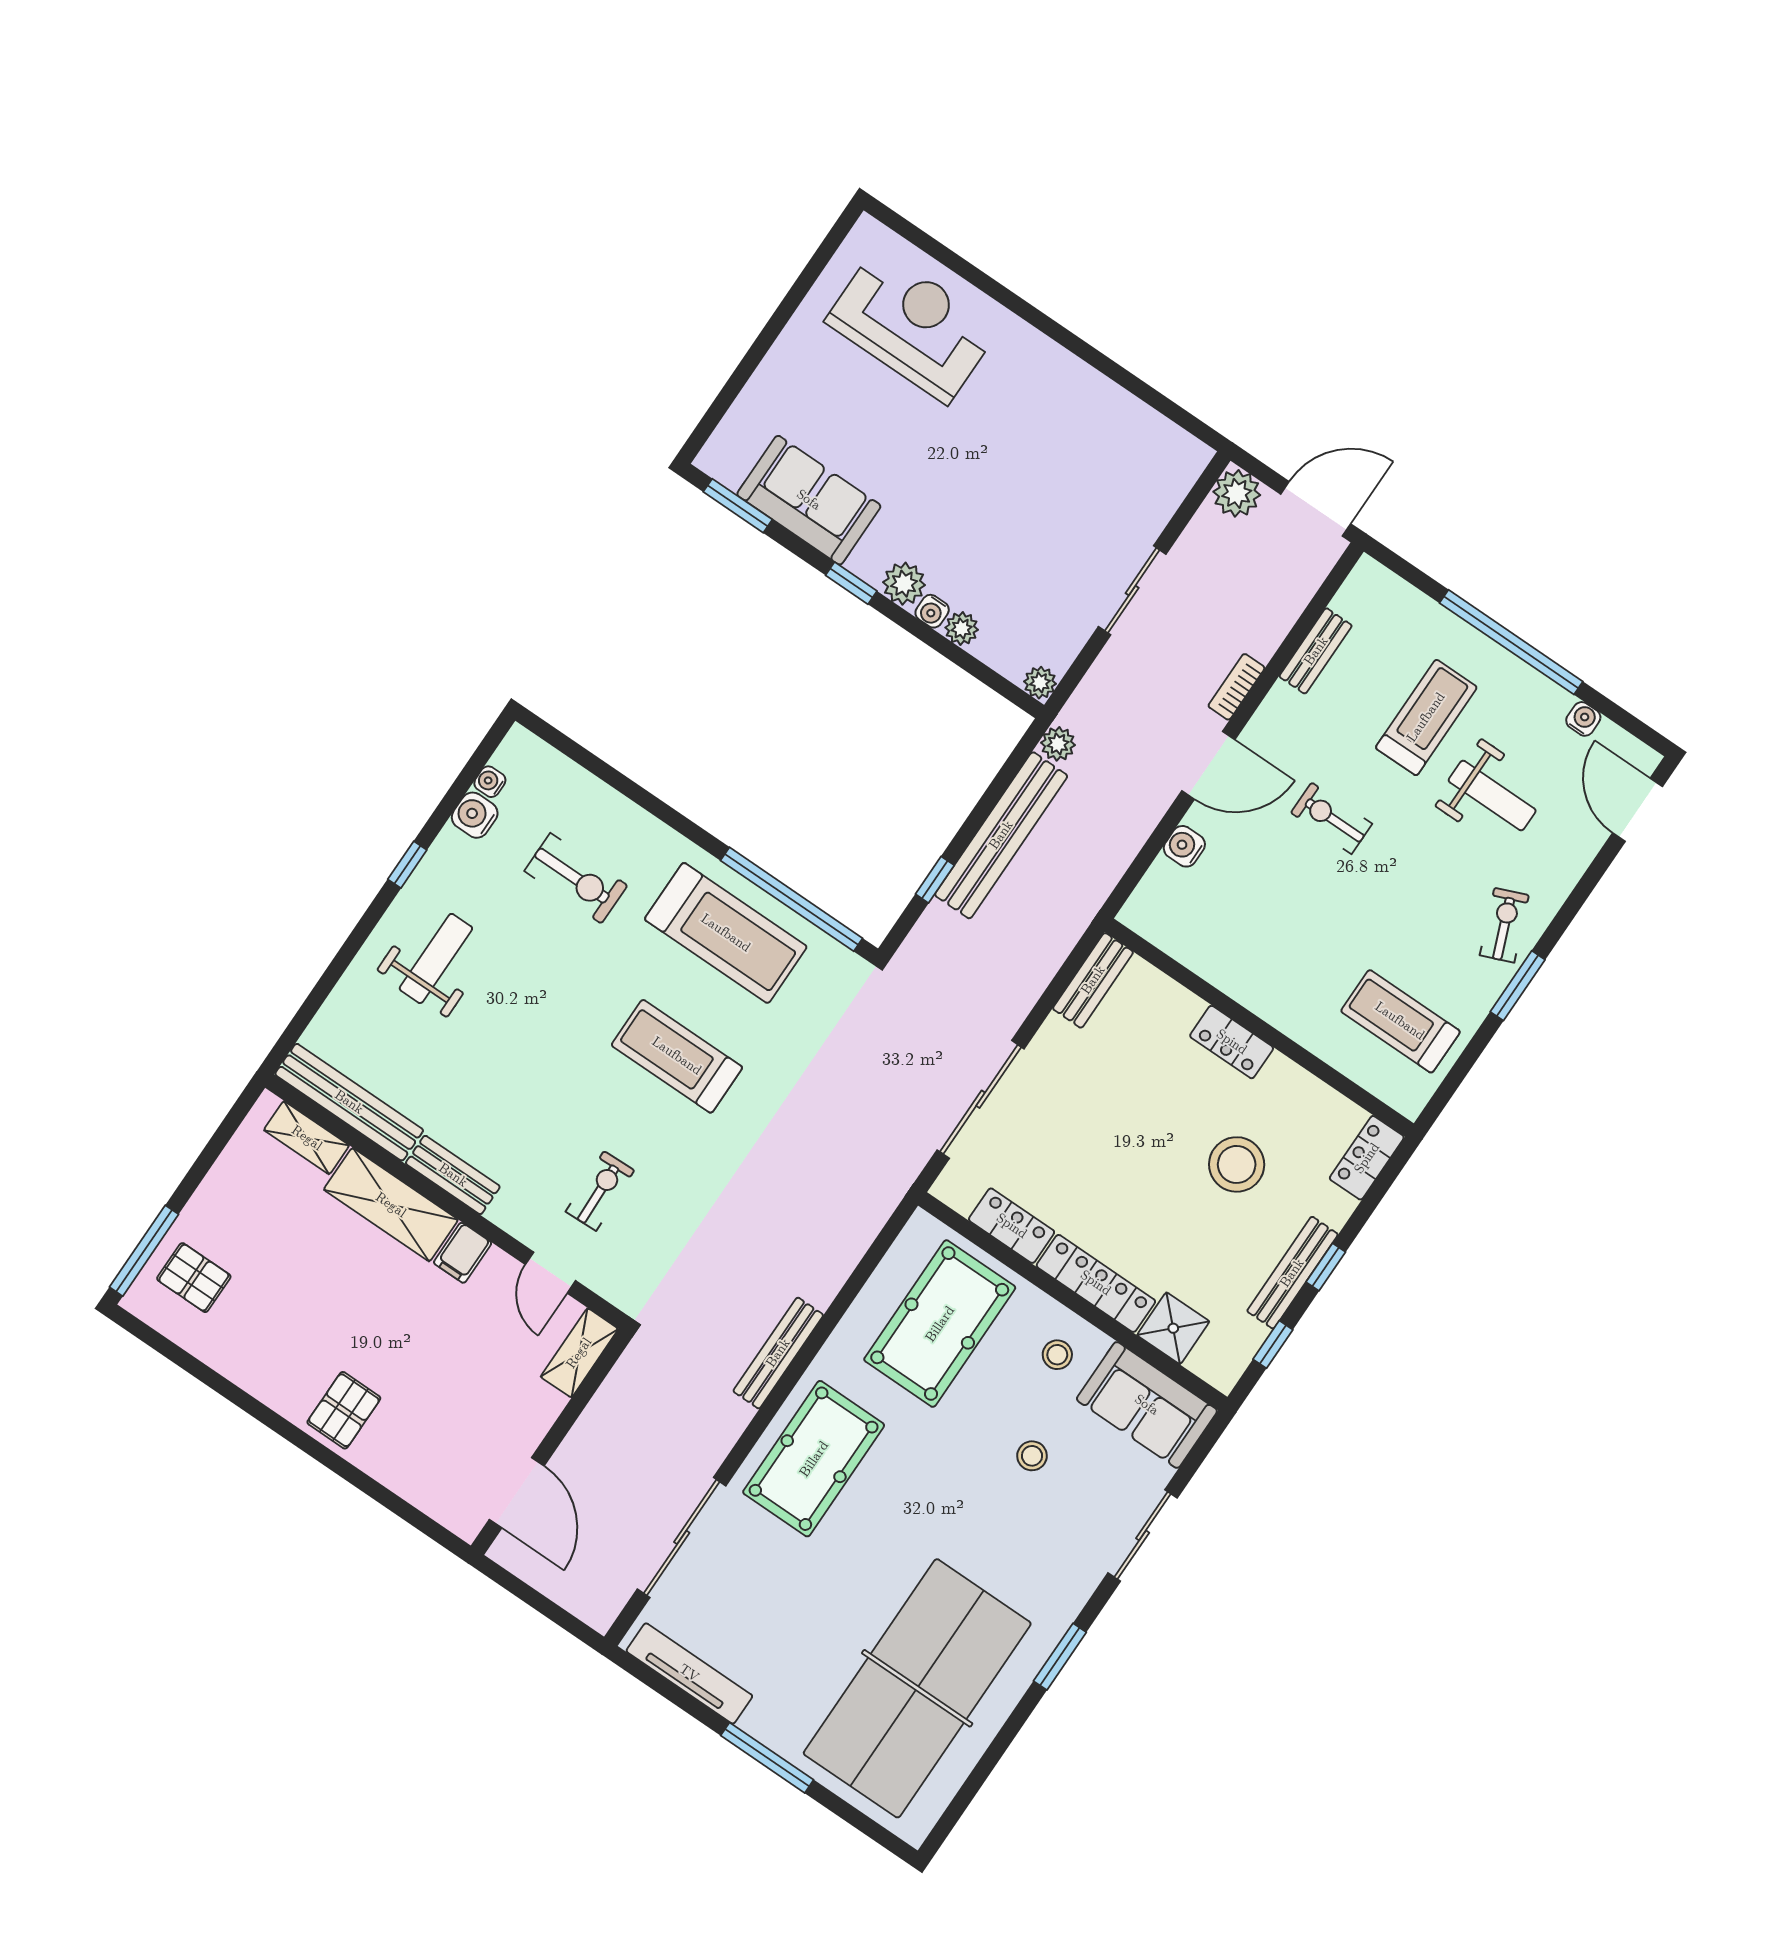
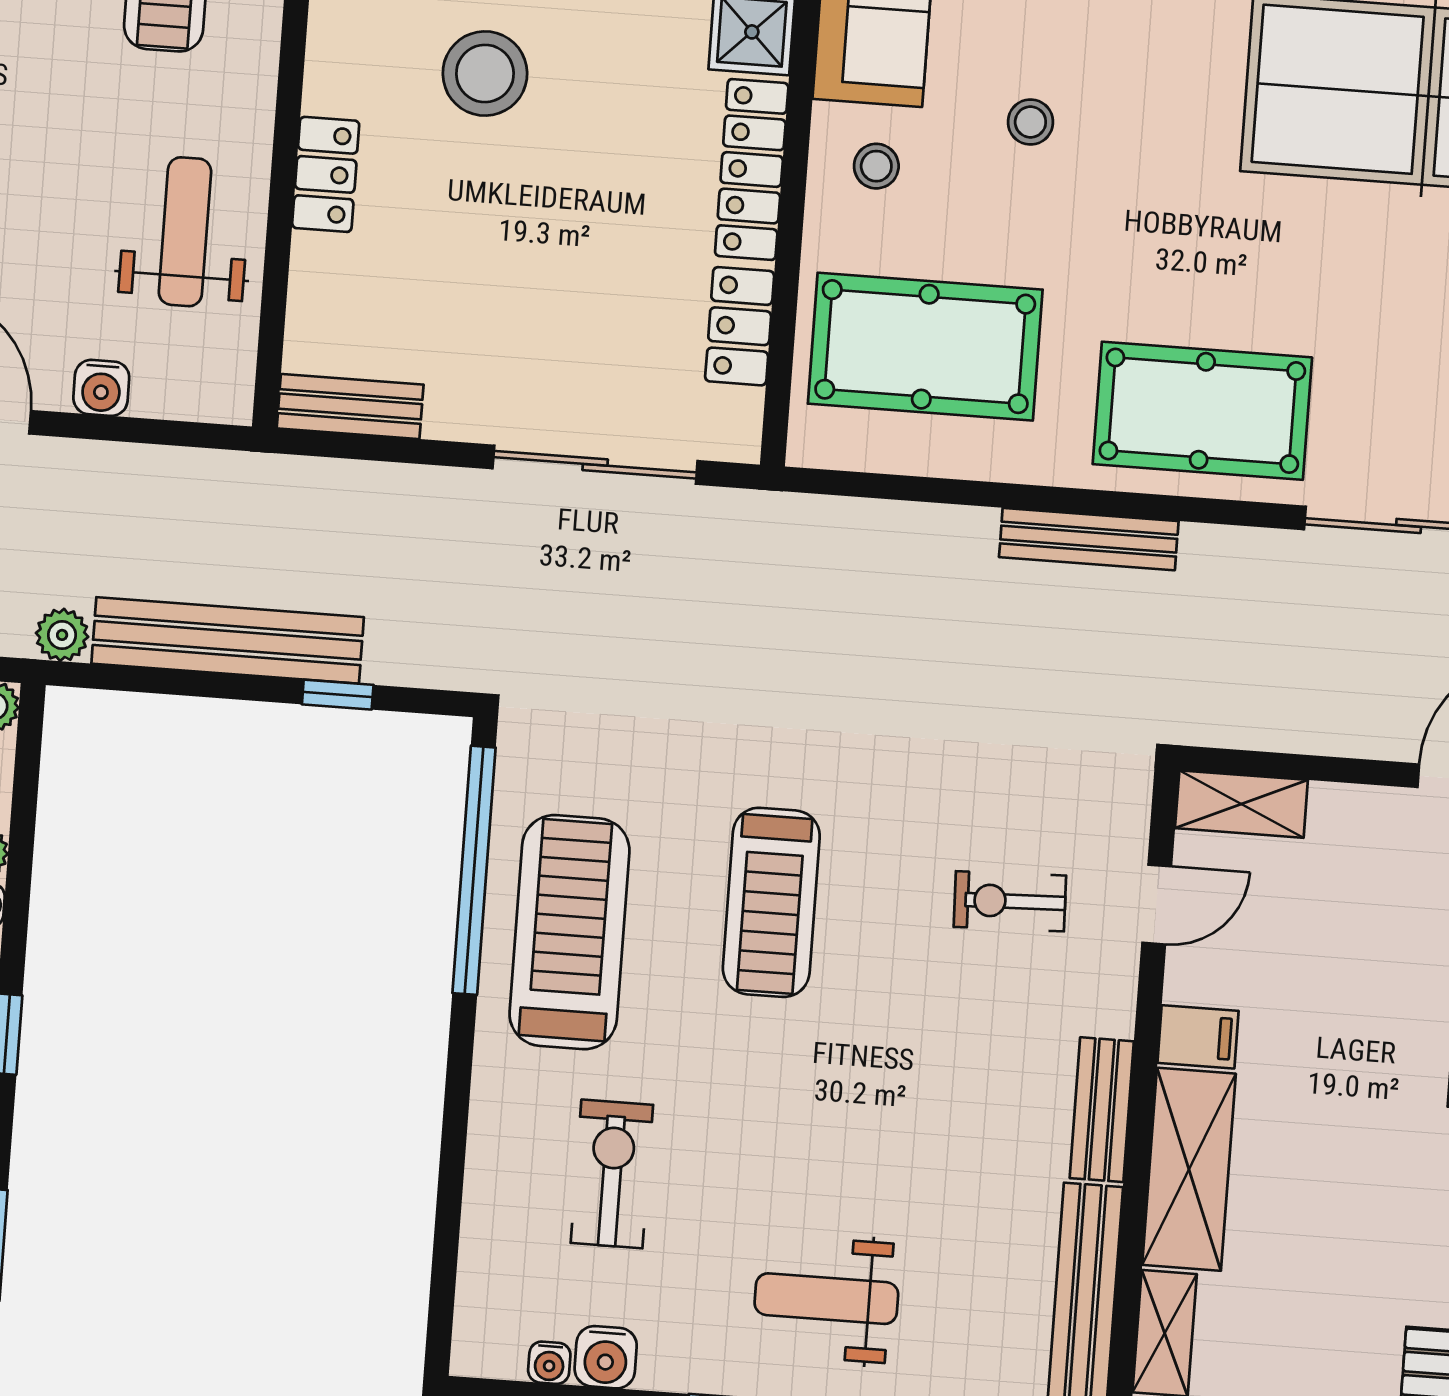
weight bench: (1245, 944) -> (185, 232), added

